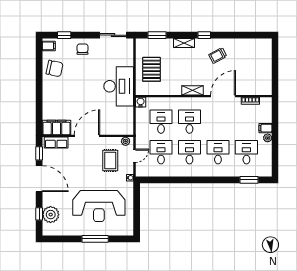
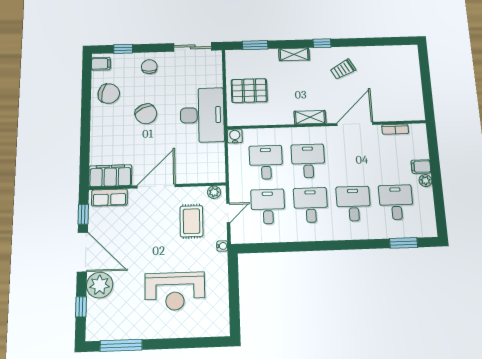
pallet: (152, 69) -> (249, 91), turned 90
chair: (80, 84) -> (146, 114), added
reception desk: (99, 206) -> (175, 291), width x0.74, depth x0.77
plant: (51, 215) -> (100, 285), moved
window: (95, 239) -> (121, 345), moved

